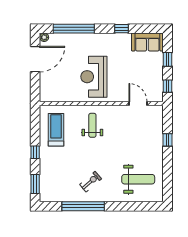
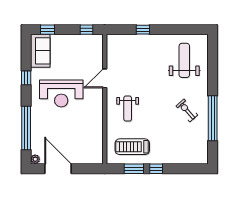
window: (167, 59) -> (48, 30), moved
reception desk: (94, 77) -> (61, 93), moved
door: (138, 103) -> (105, 78), moved
weight bench: (92, 125) -> (128, 109), turned -90
window: (35, 184) -> (134, 169), moved

